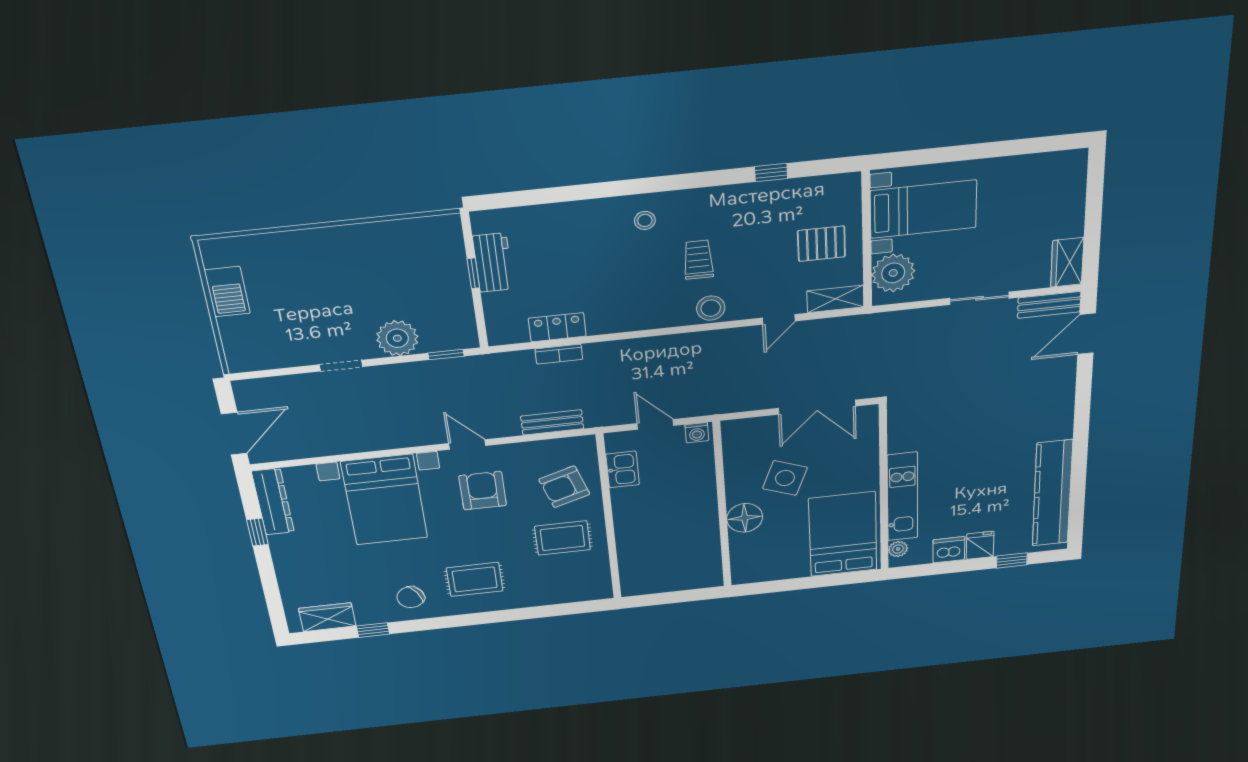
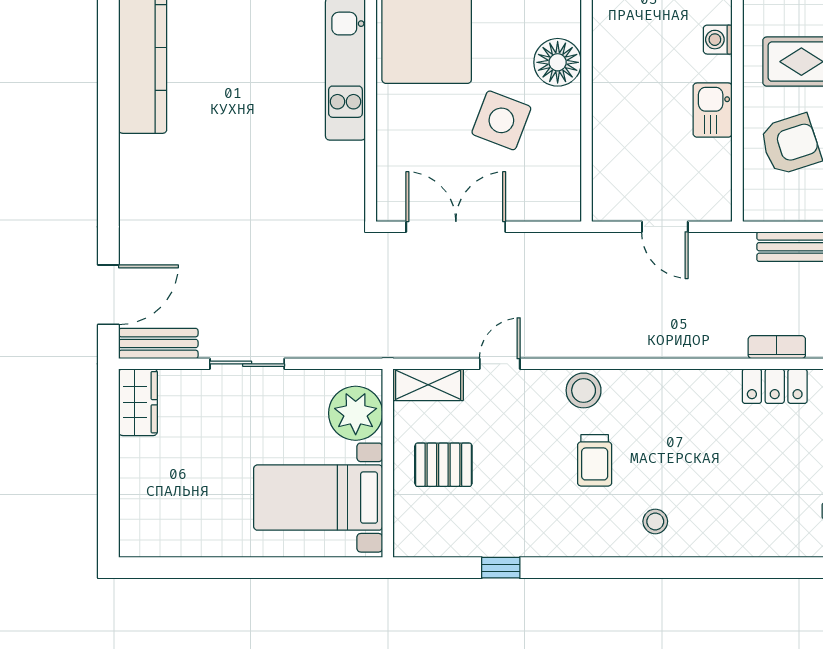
washing machine: (697, 433) -> (718, 40), moved, turned -90
kitchen sink: (623, 469) -> (713, 110), moved

